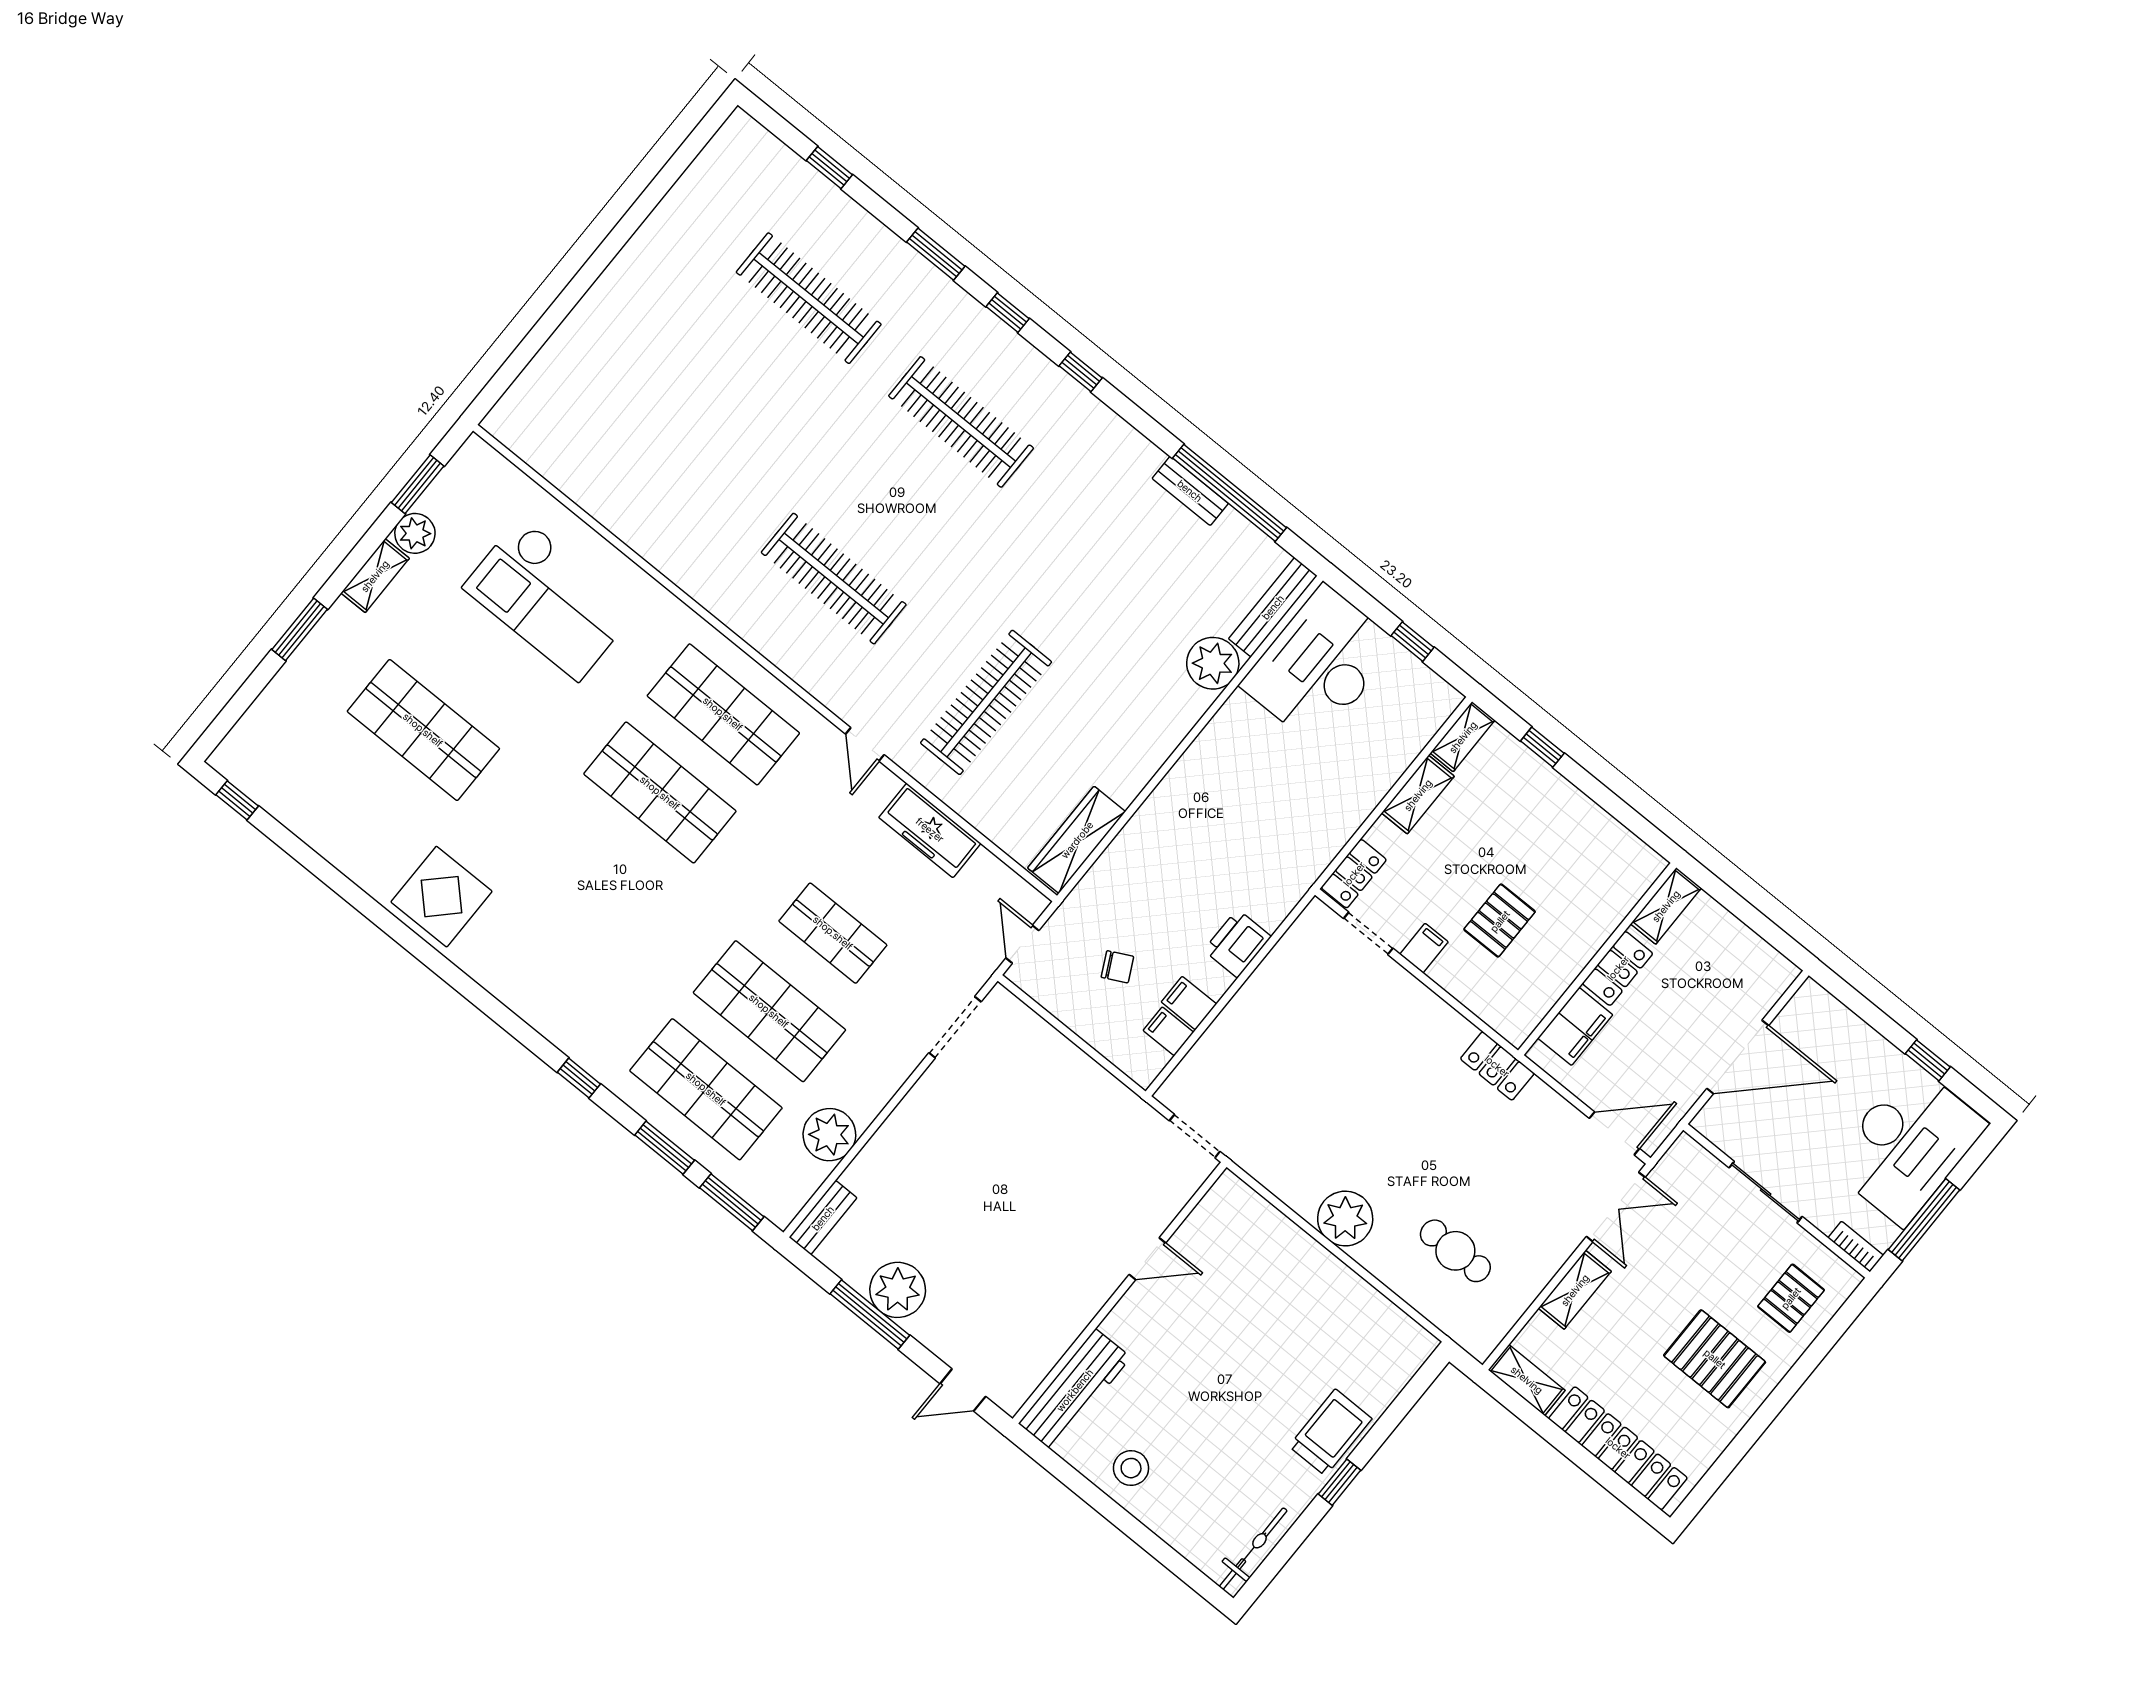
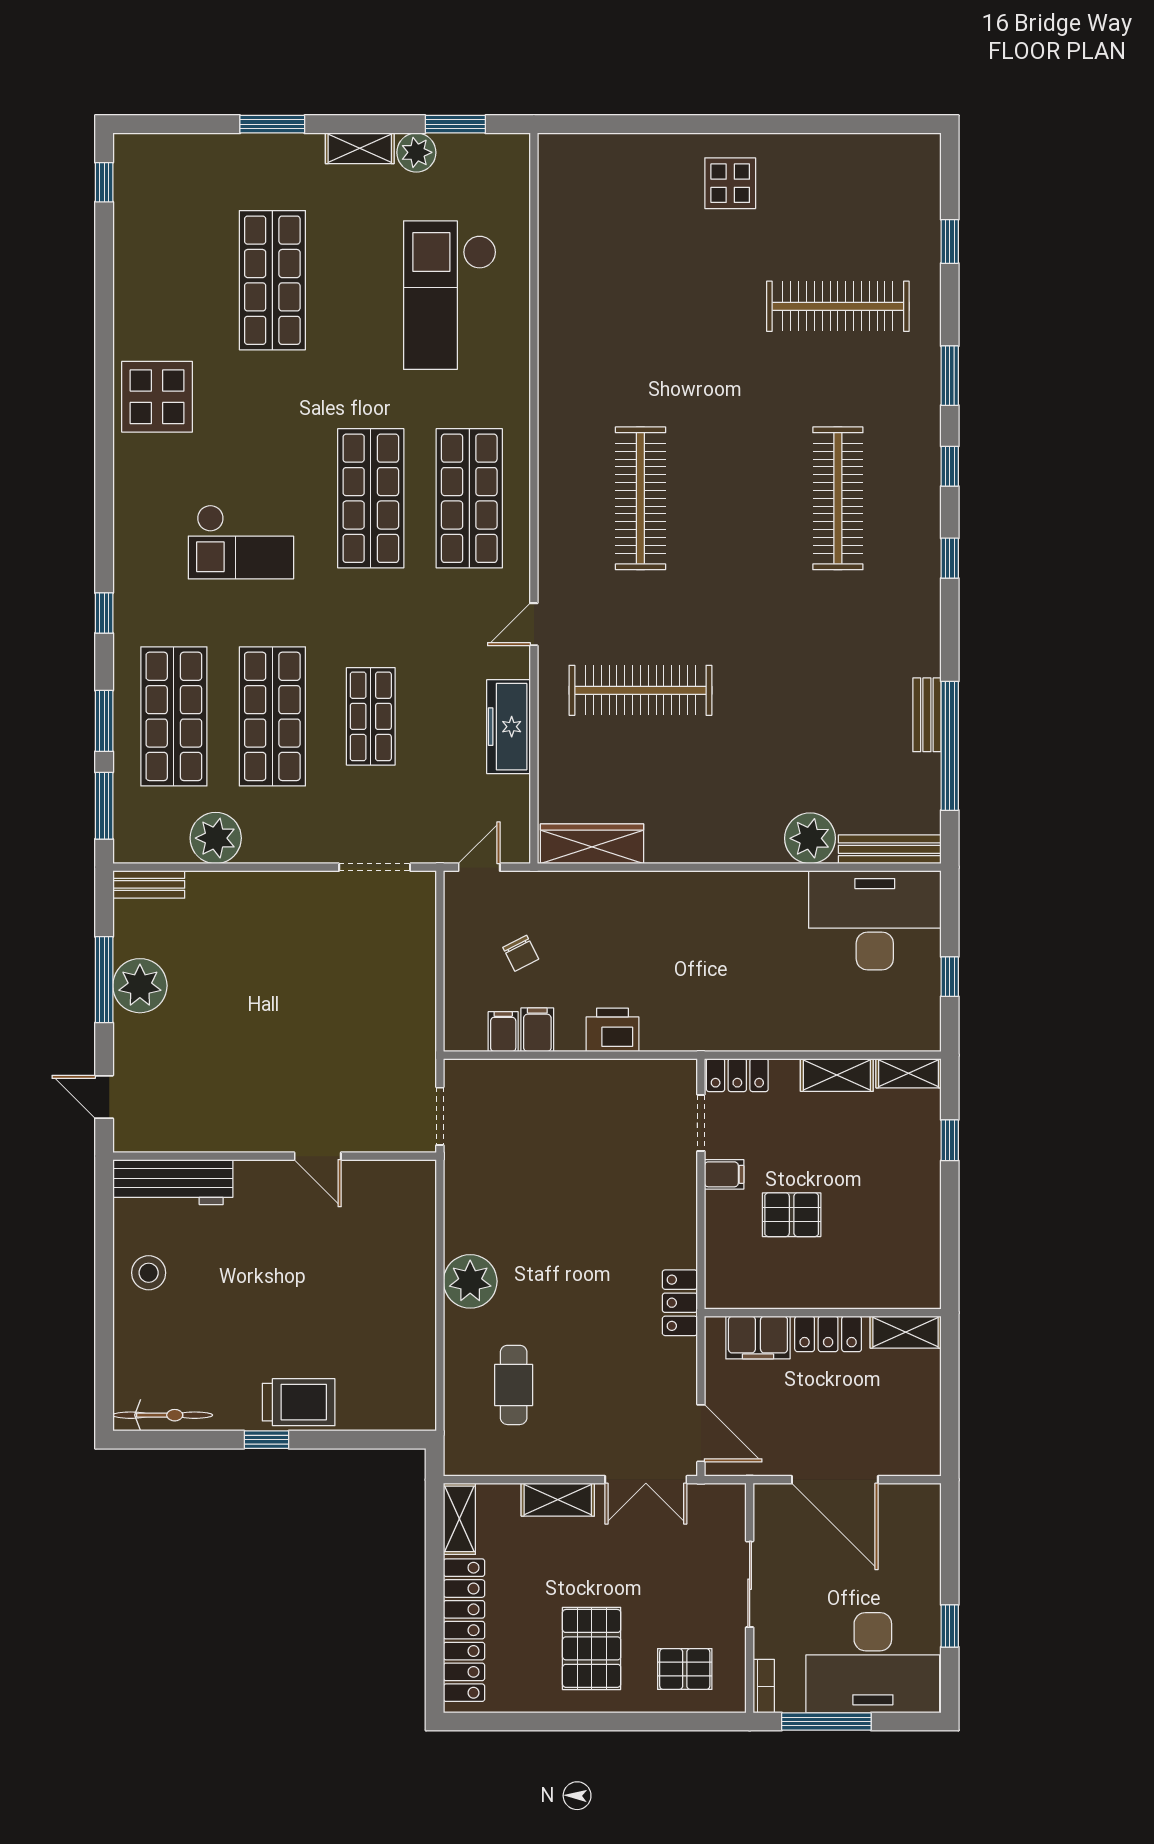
clothes rail: (809, 298) -> (838, 306), turned 90
display table: (642, 304) -> (730, 183), added
checkout: (611, 924) -> (241, 542), added

